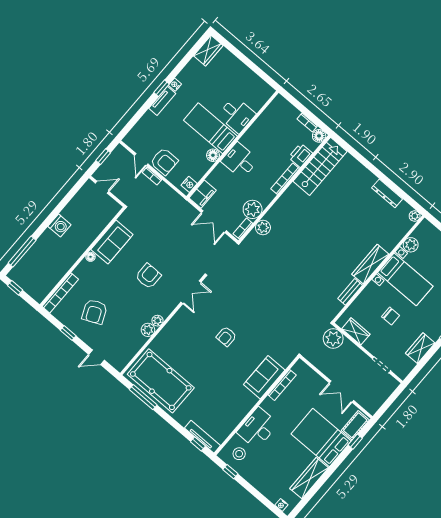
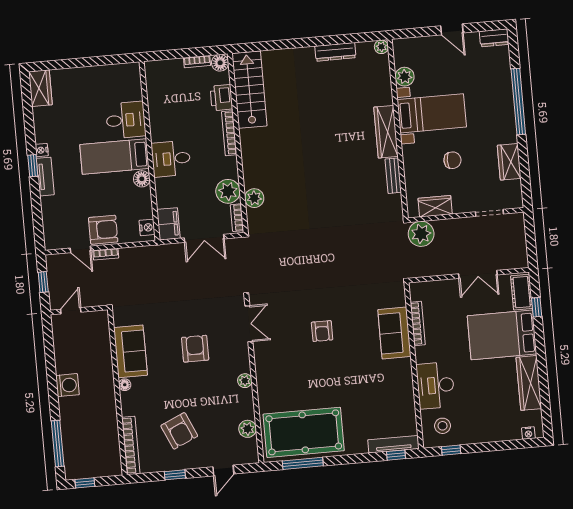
plant: (148, 330) -> (248, 429), moved

